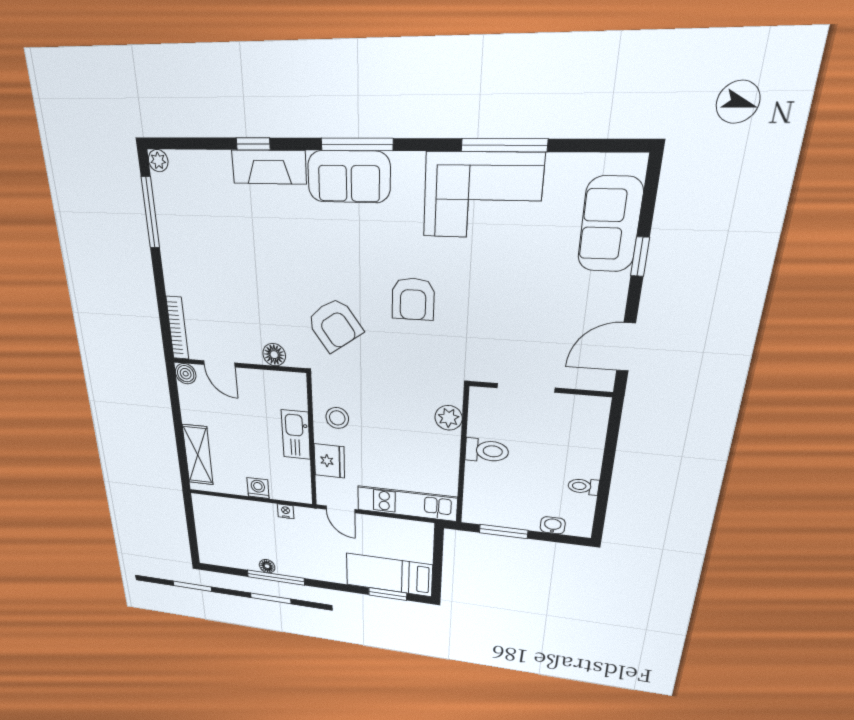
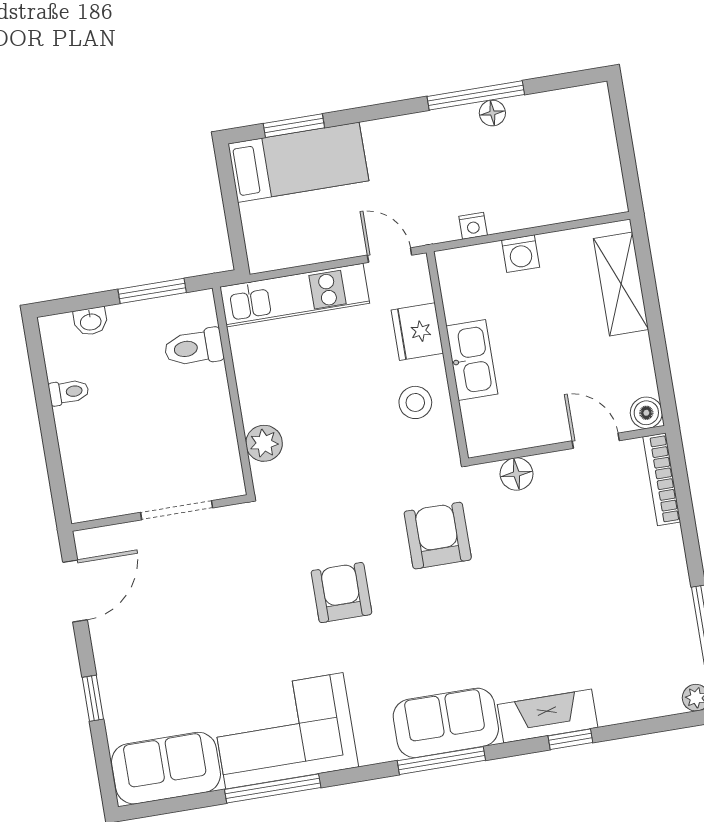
sofa: (610, 225) -> (166, 768), moved, turned -90
armchair: (335, 325) -> (438, 536), turned 35
toilet: (487, 451) -> (194, 348), moved

